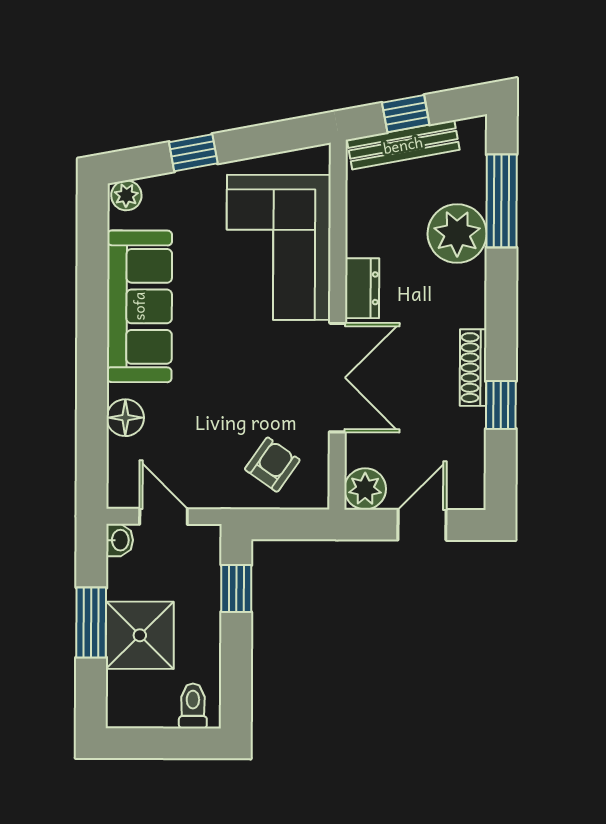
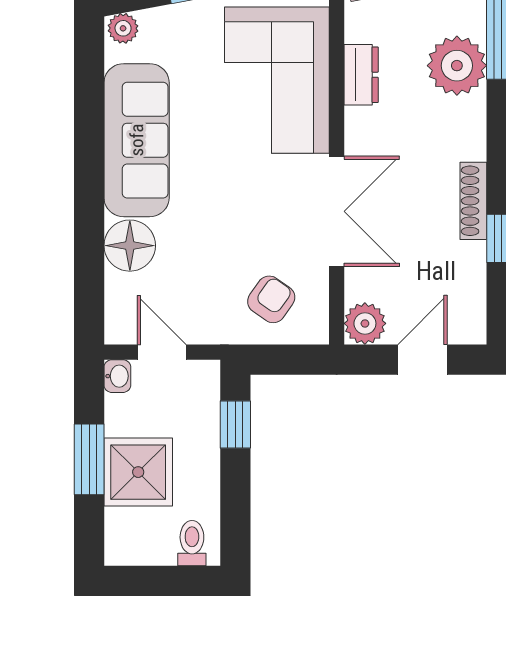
dresser: (362, 288) -> (361, 75), moved
floor lamp: (125, 418) -> (130, 246), width x1.38, depth x1.38

